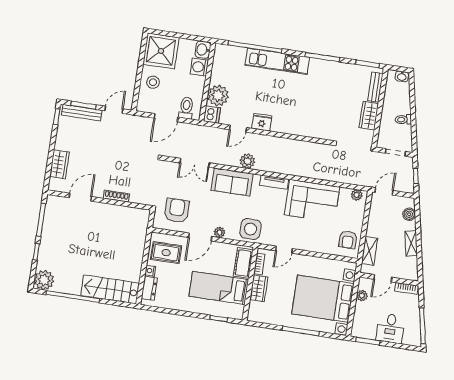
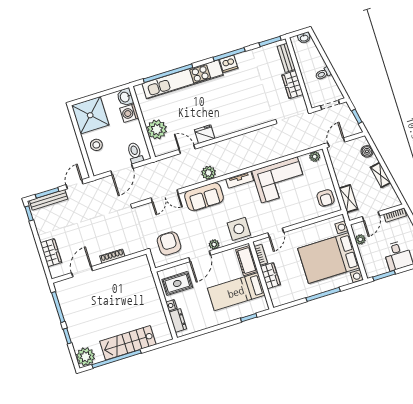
kitchen unit: (277, 61) -> (183, 79), width x1.36
dishwasher: (212, 115) -> (229, 64), moved, turned 90
door: (238, 129) -> (187, 149), swing flipped
stairs: (110, 289) -> (128, 343), moved

